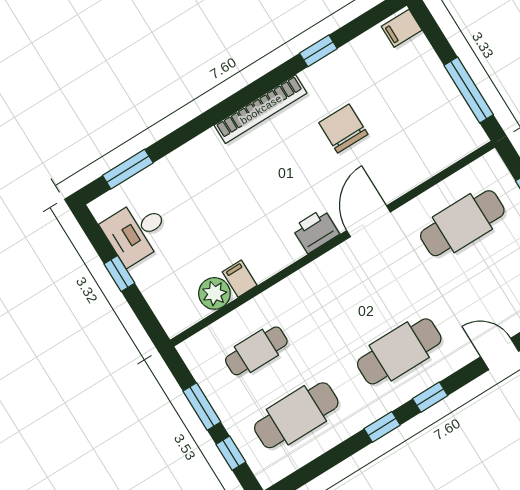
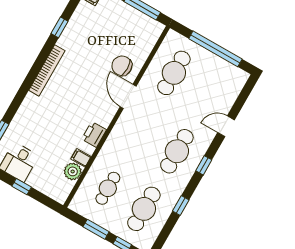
chair: (343, 129) -> (122, 66), moved
printer: (316, 231) -> (94, 134), moved
window: (382, 427) -> (181, 206), moved

